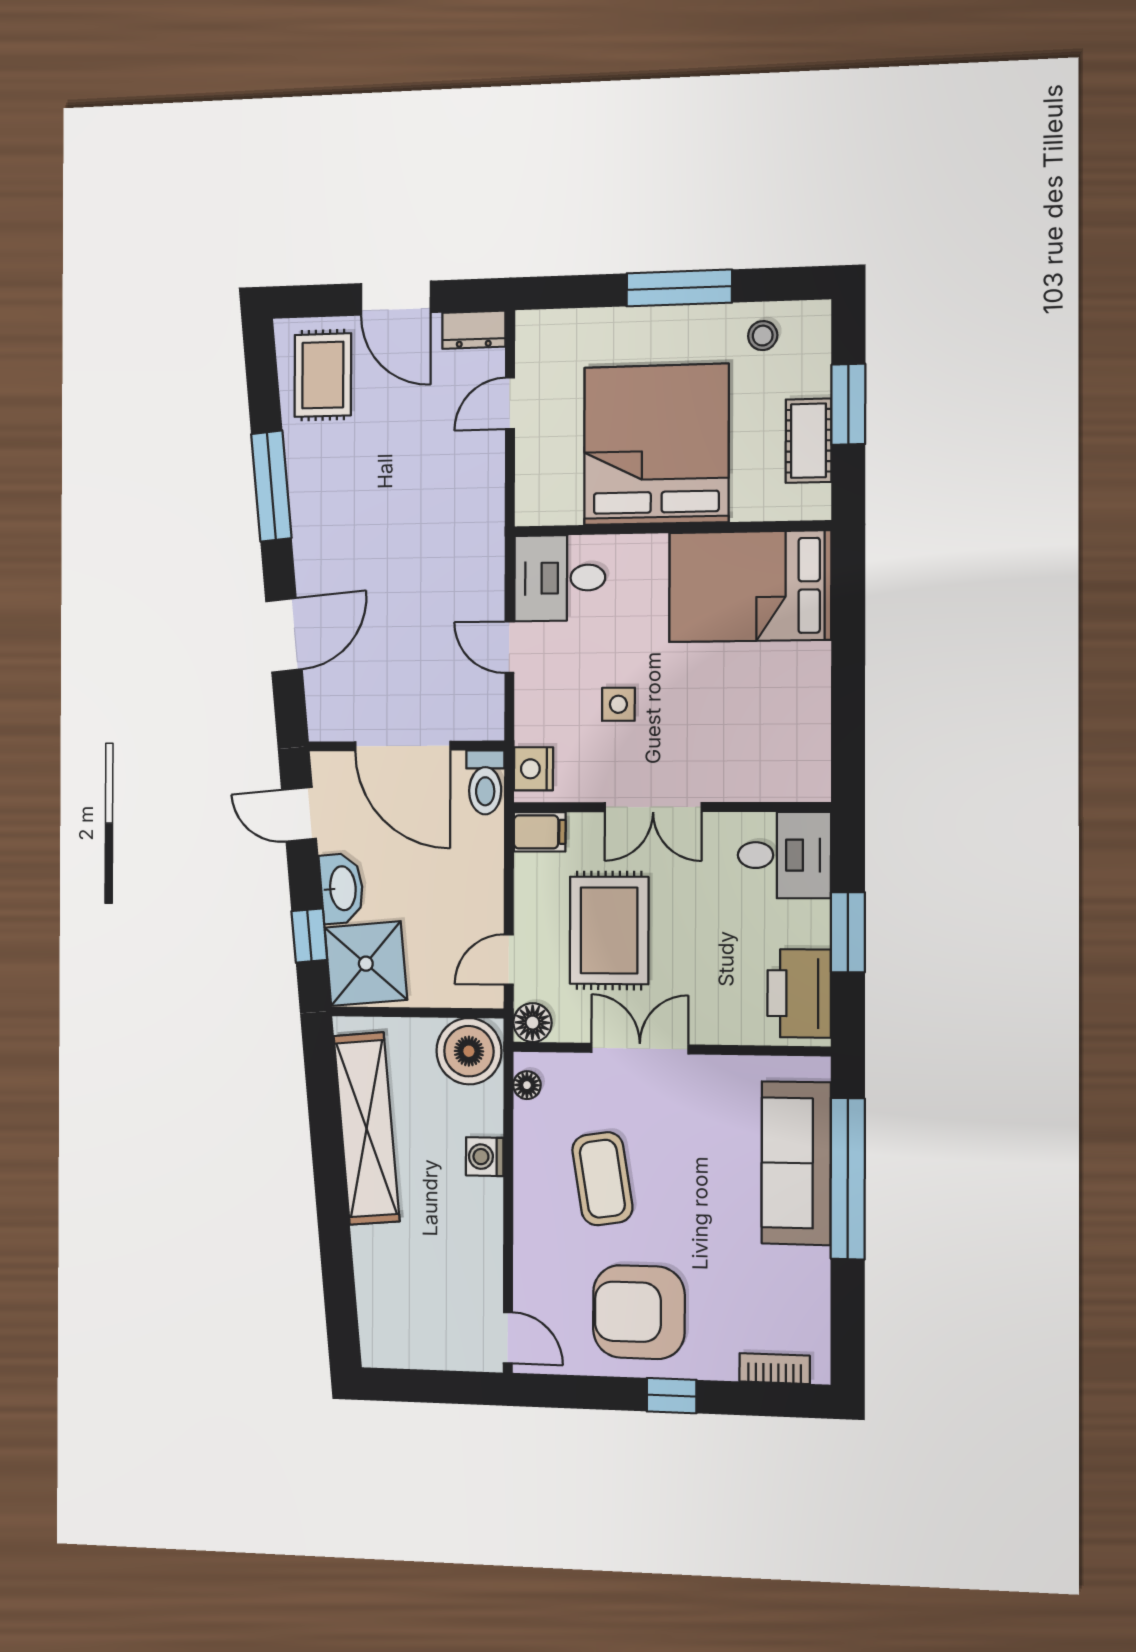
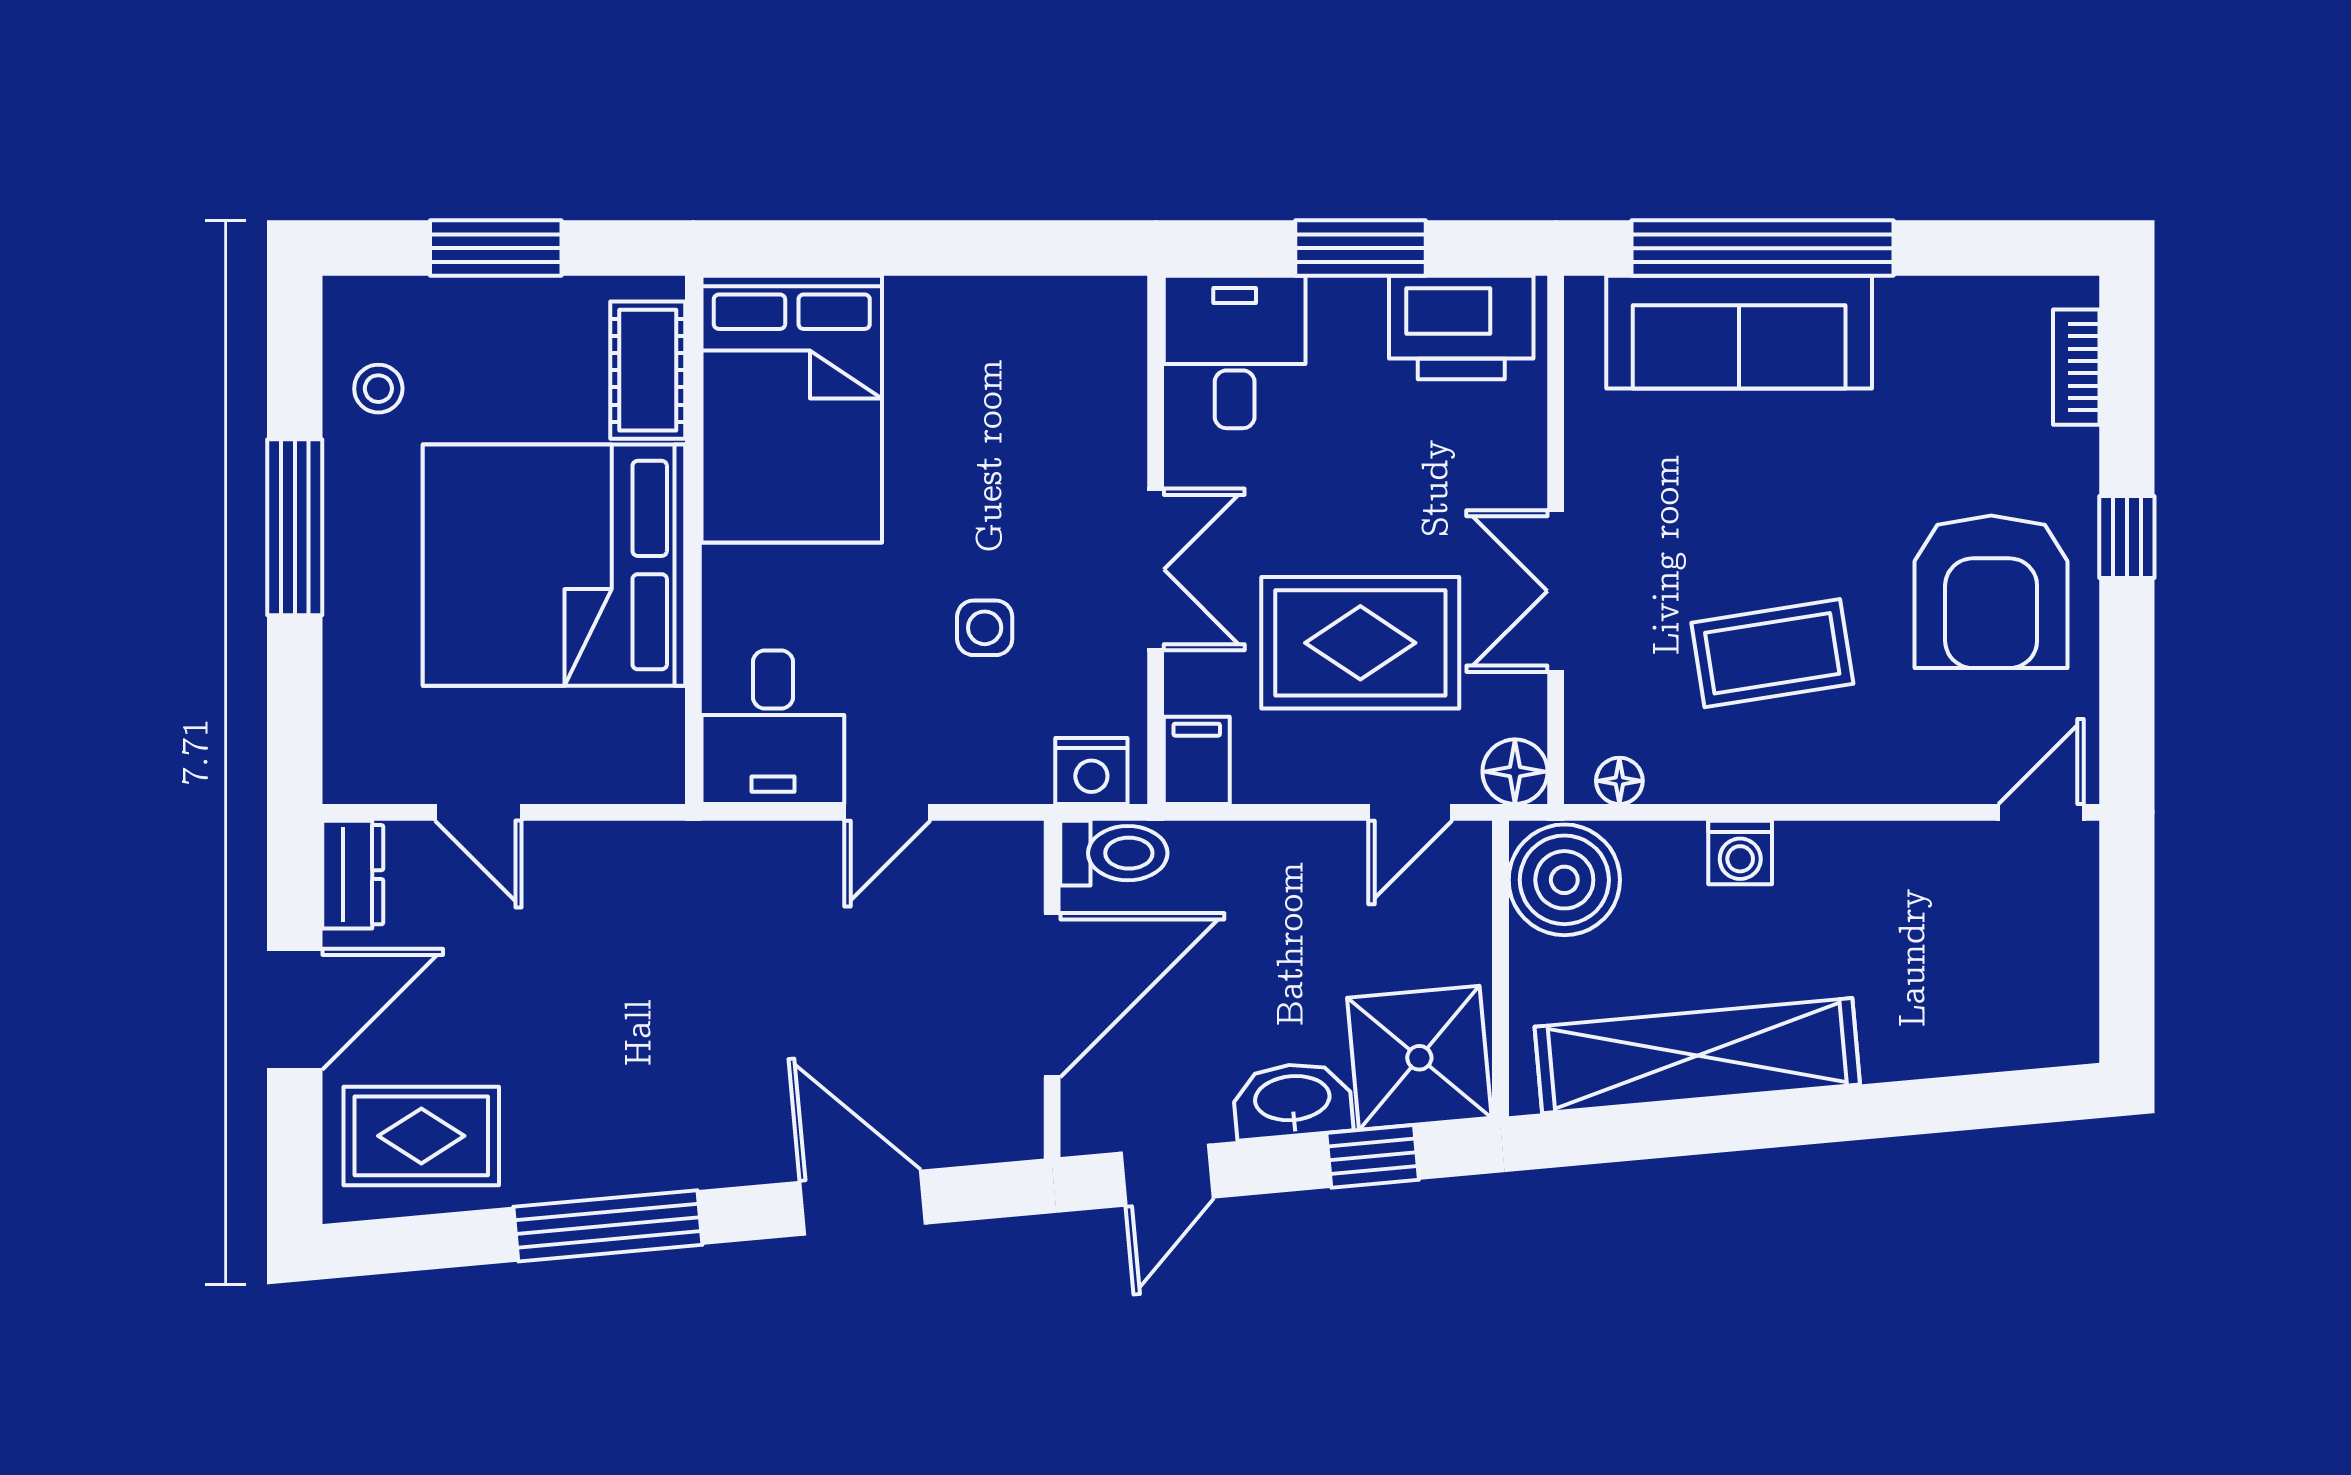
cot: (809, 441) -> (648, 370), moved, turned 90
door: (509, 960) -> (1410, 812), hinge flipped

